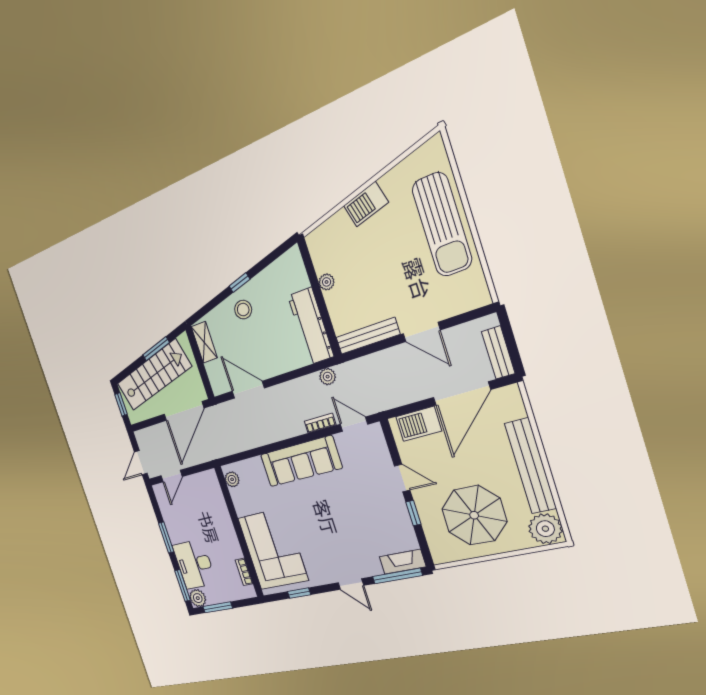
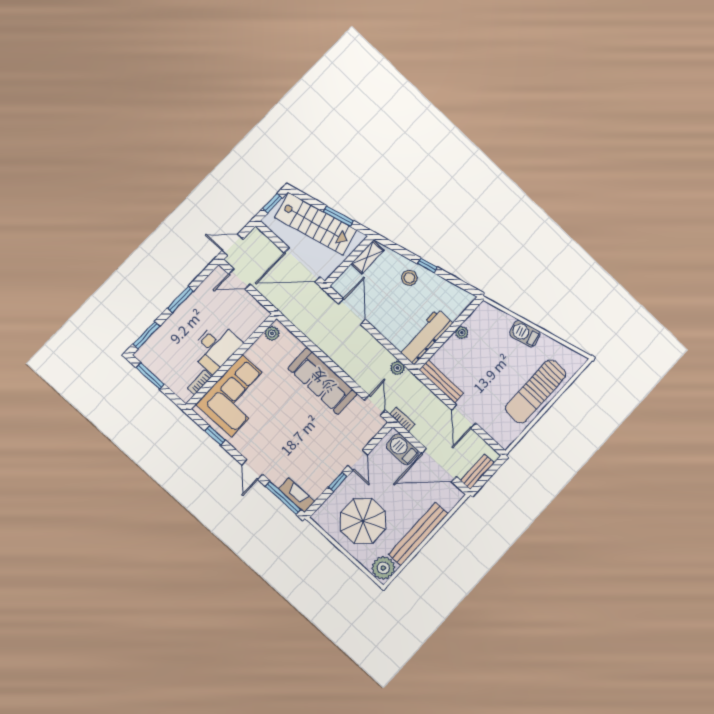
bookcase: (320, 423) -> (402, 419), moved
desk: (194, 564) -> (216, 347), moved, turned 180
plant: (198, 598) -> (145, 354), removed

